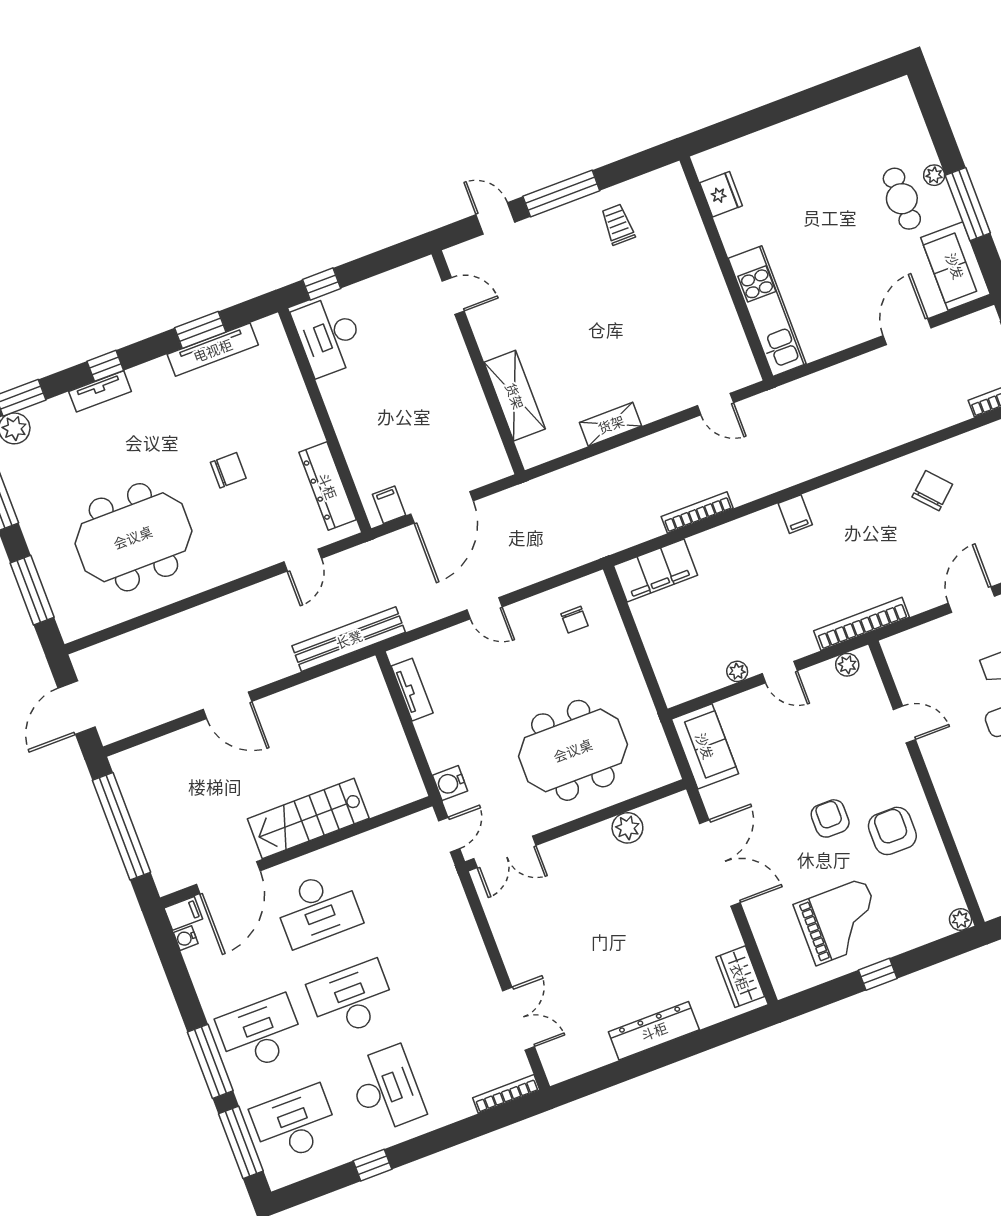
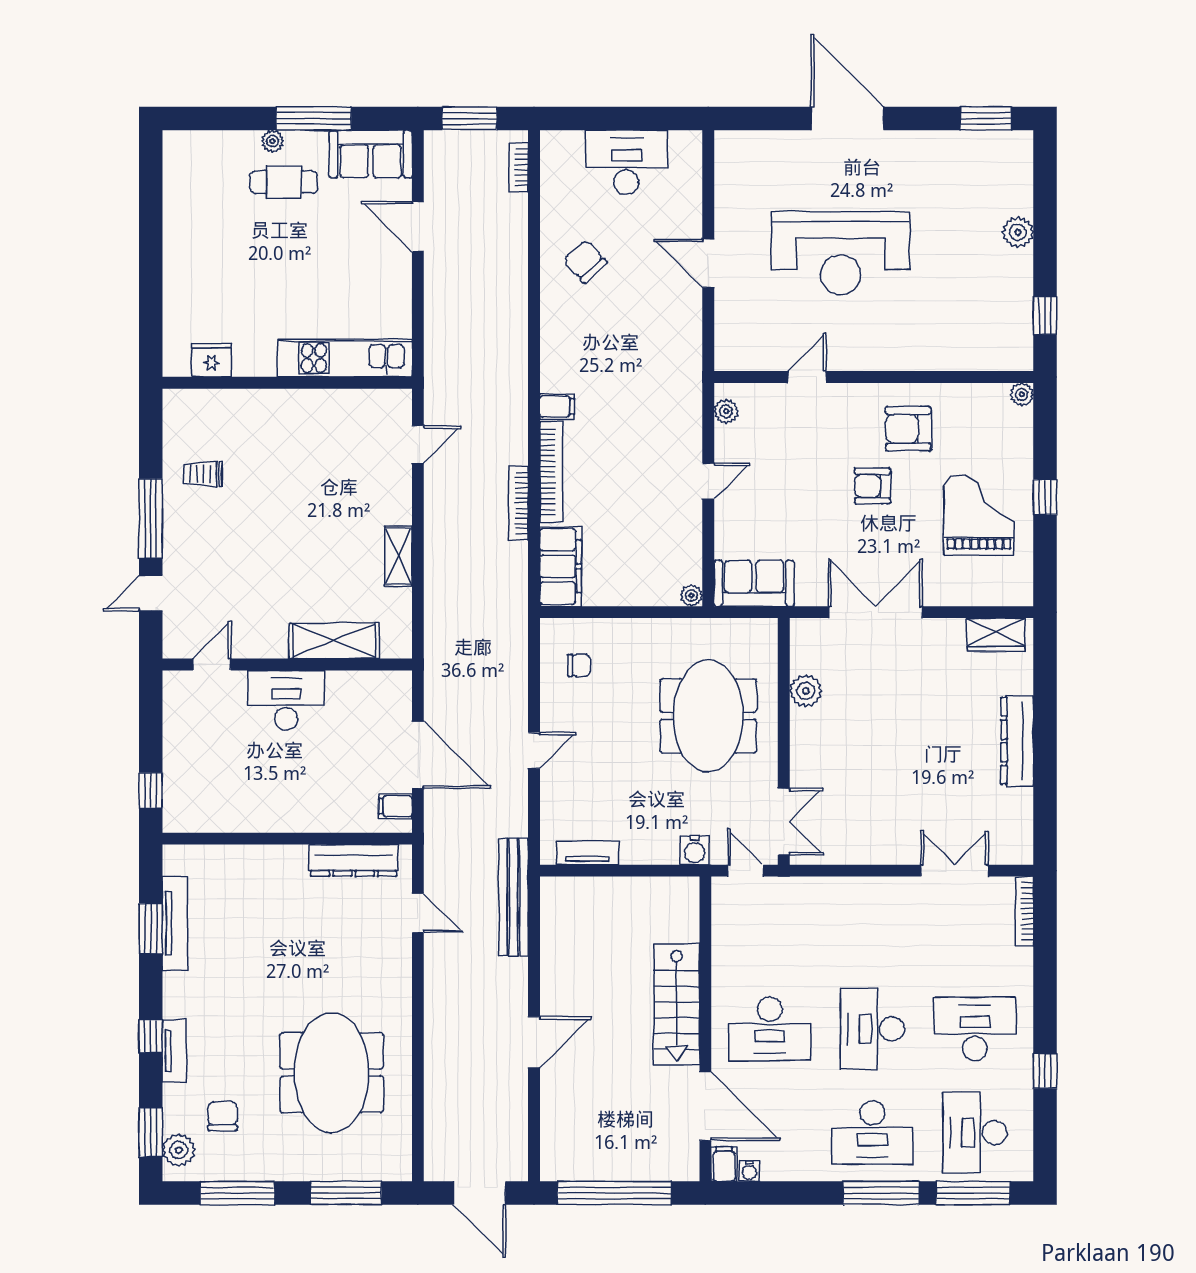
desk: (329, 336) -> (286, 700), moved, turned 180
chair: (228, 470) -> (223, 1116), moved
bookcase: (862, 624) -> (551, 472), moved, turned 180
plant: (737, 671) -> (691, 595), moved
desk: (318, 909) -> (770, 1029), turned 90
desk: (261, 1033) -> (872, 1133), turned -90

